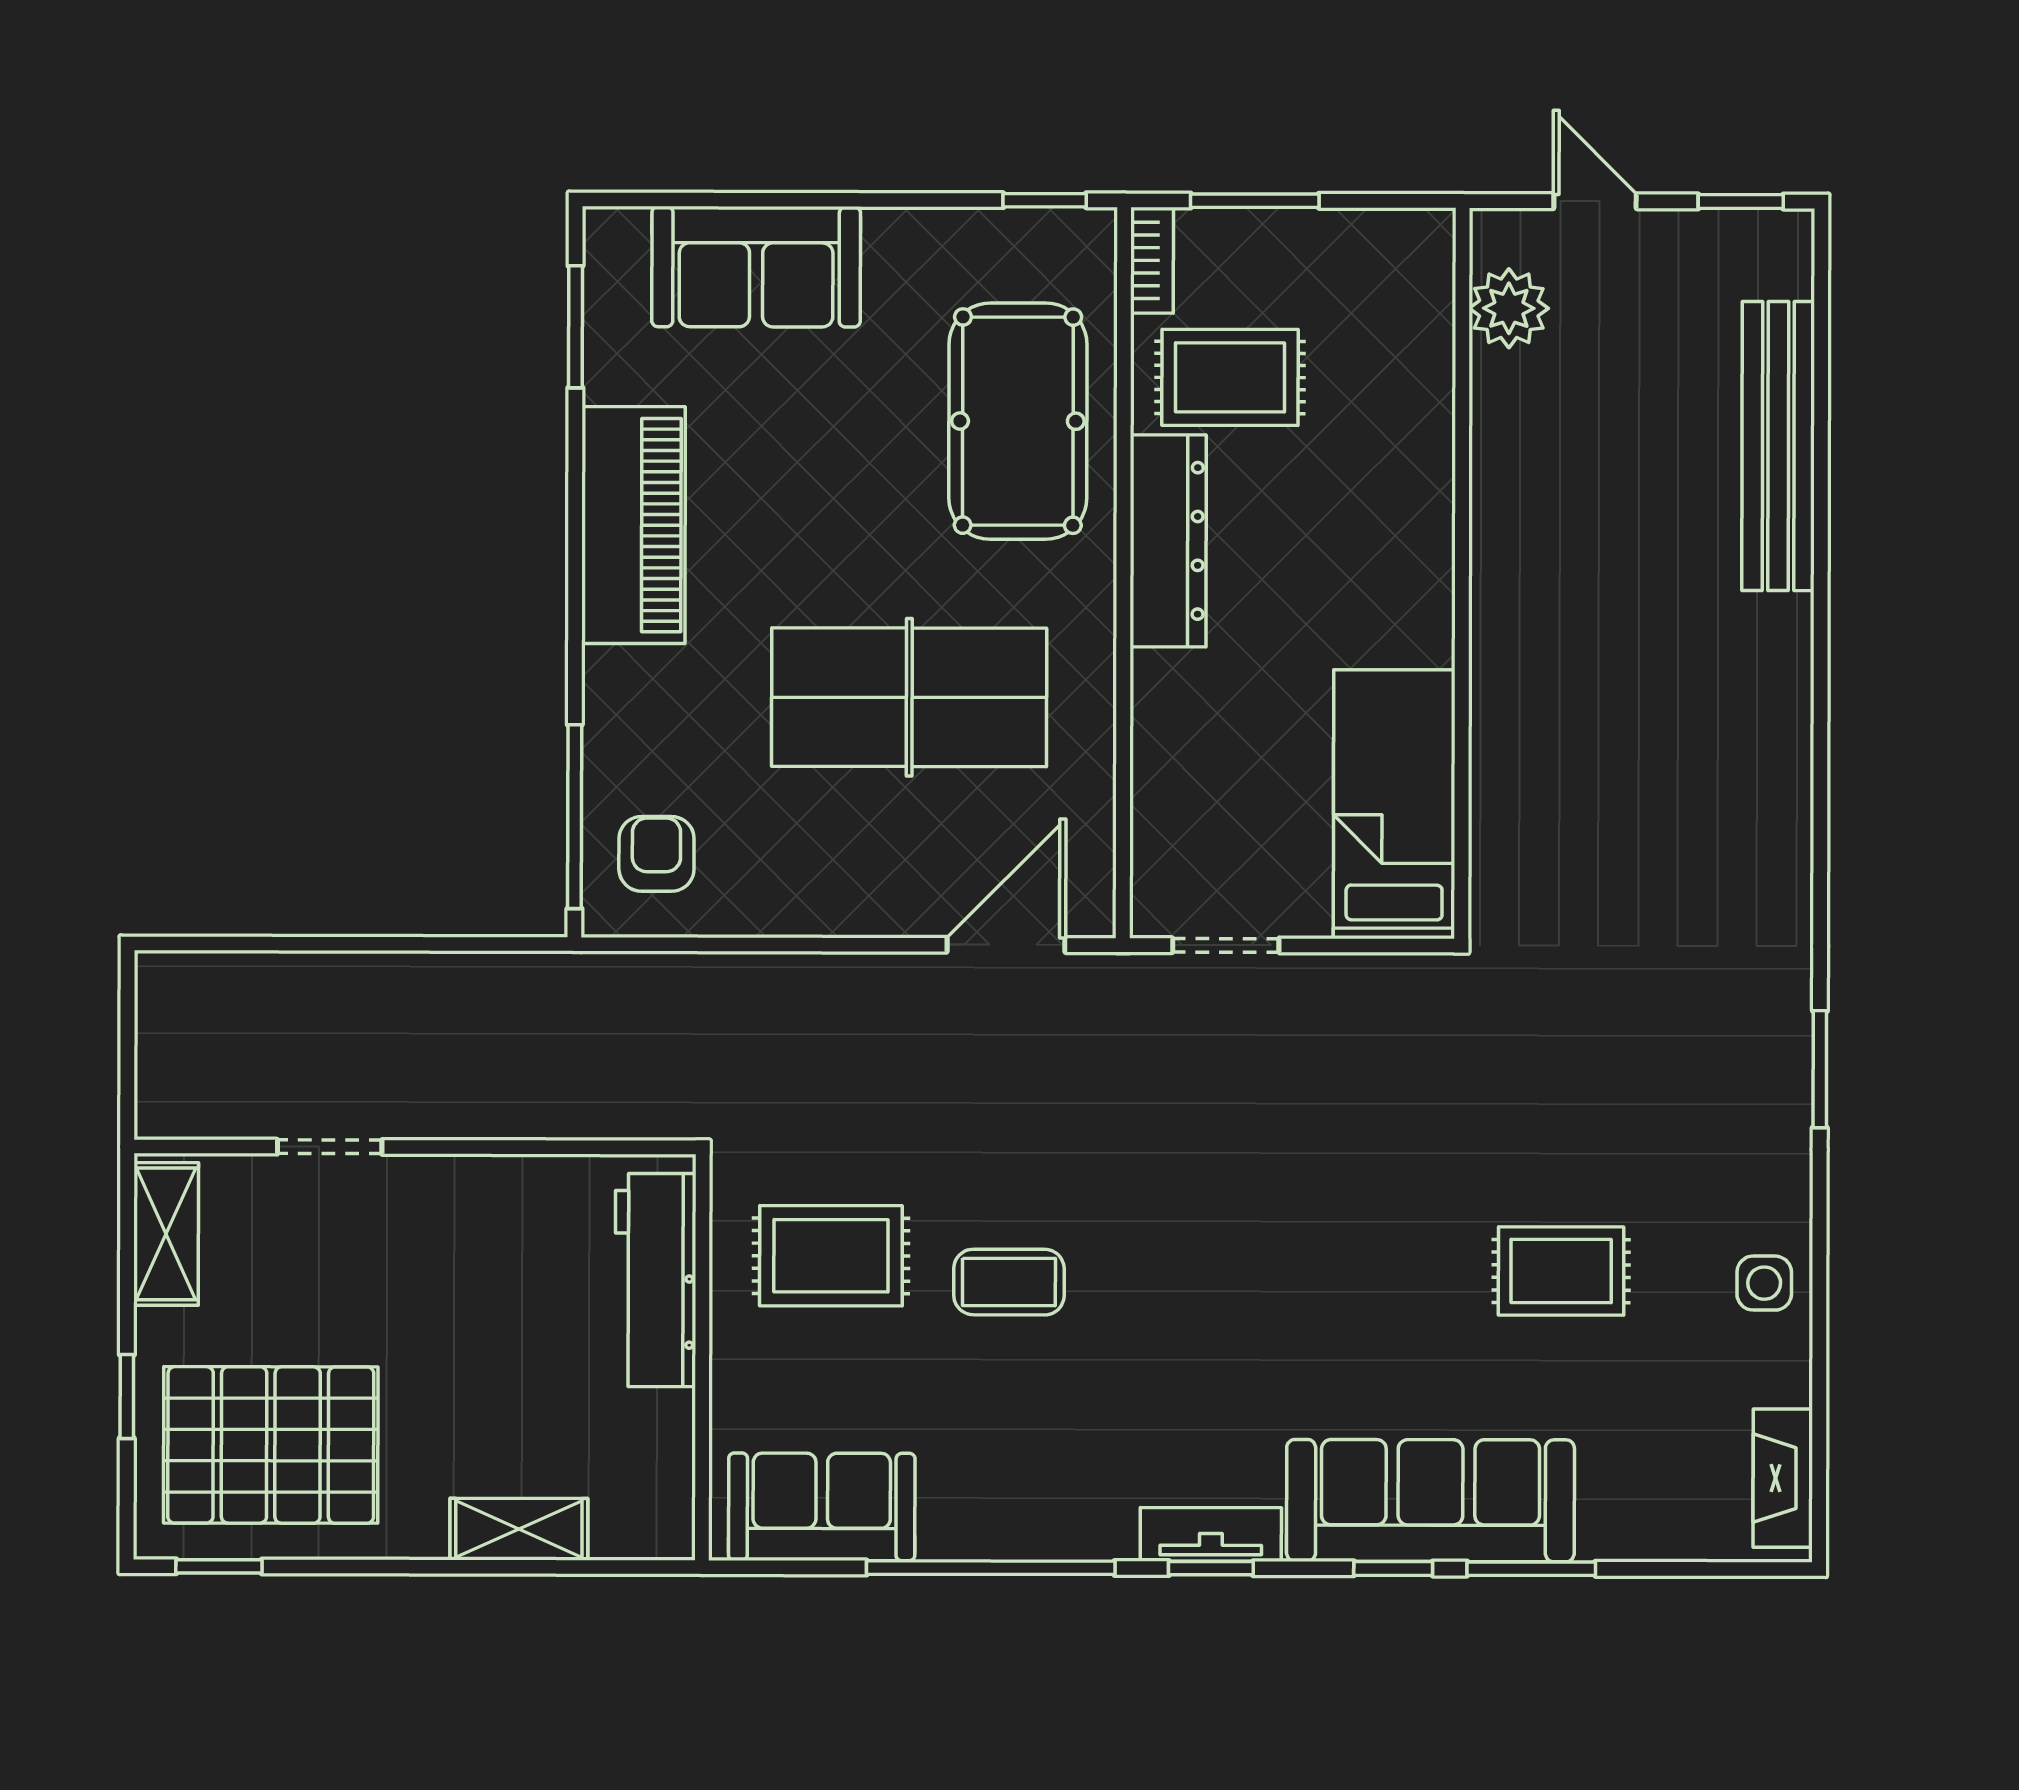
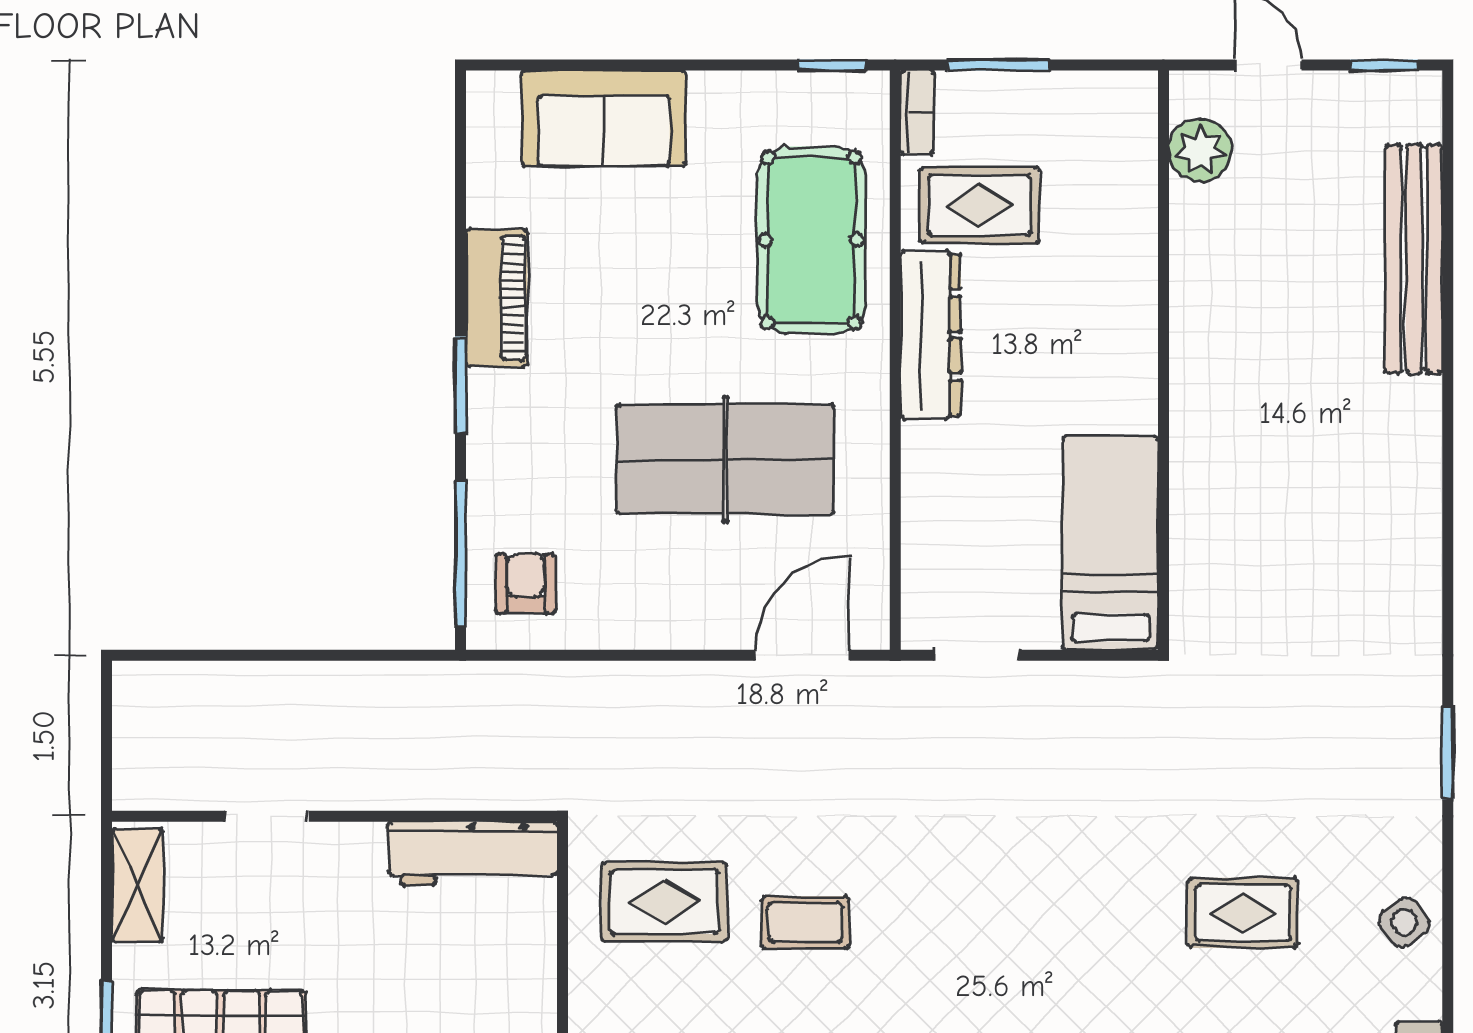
window: (575, 327) -> (461, 385), moved
piano: (633, 525) -> (497, 298), width x0.73, depth x0.75
workbench: (656, 1280) -> (473, 853), moved, turned -90
side table: (1764, 1283) -> (1404, 922), turned -37

